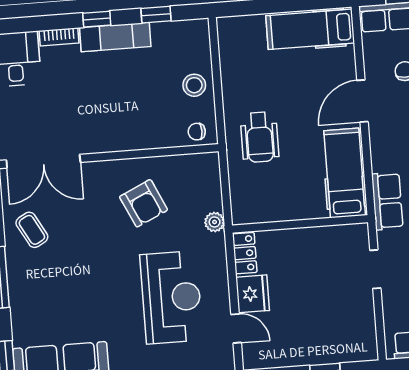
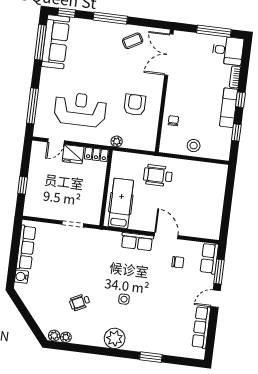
hospital bed: (310, 29) -> (211, 215), removed
chair: (197, 132) -> (173, 121), moved
hospital bed: (345, 173) -> (121, 203), moved, turned -90
row of seats: (387, 201) -> (137, 242), moved
armchair: (144, 203) -> (135, 105), turned 115
reception desk: (171, 297) -> (80, 109), turned 180

